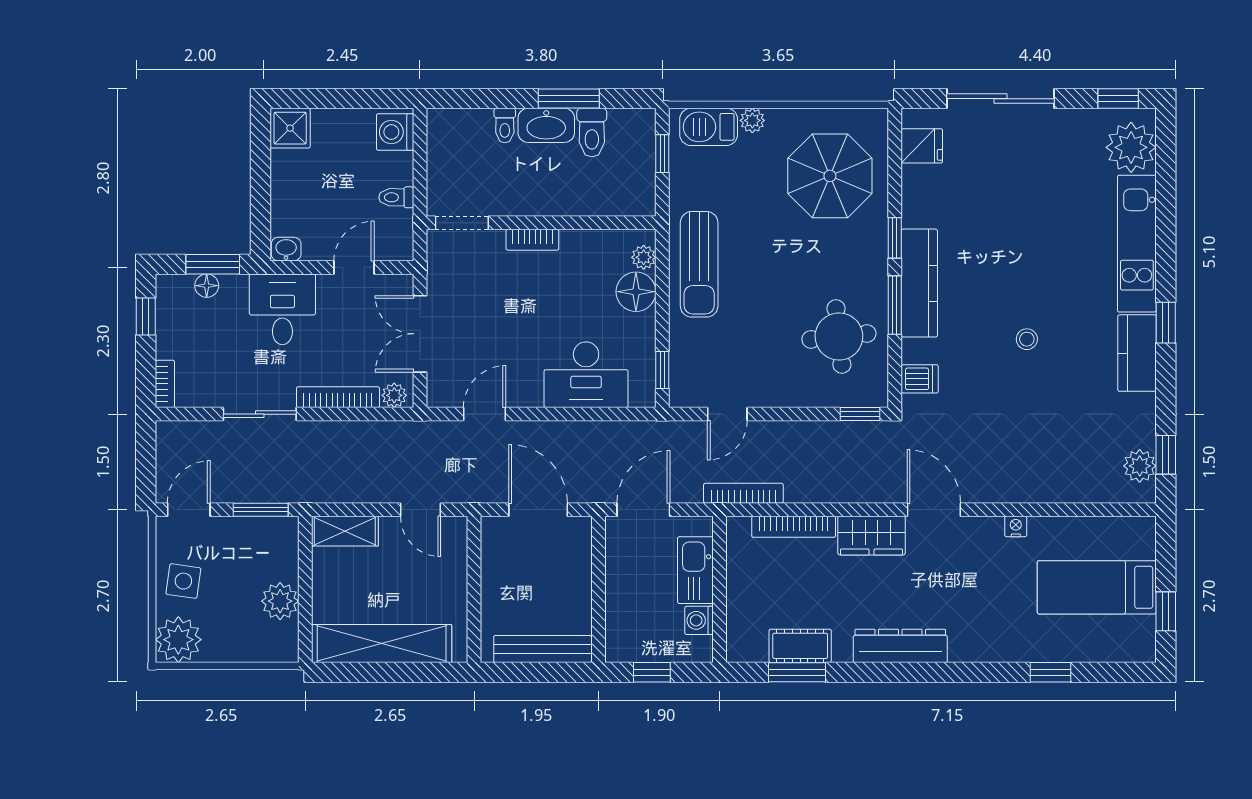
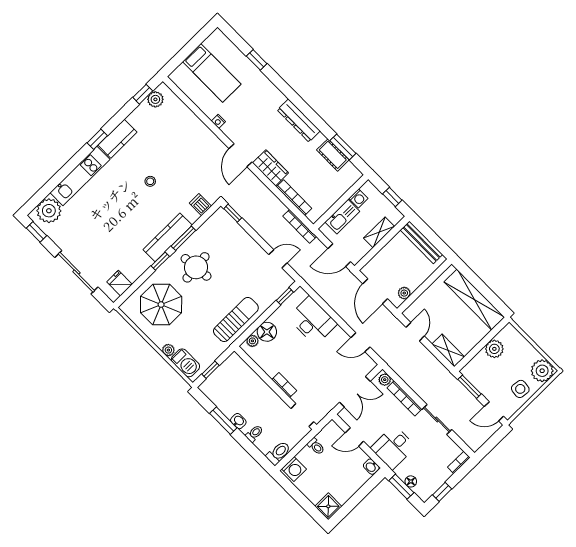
washbasin: (546, 125) -> (238, 421), width x0.52, depth x0.69
toilet: (592, 133) -> (278, 453), moved
round table: (839, 336) -> (196, 267), moved
plant: (493, 550) -> (404, 293), added
shelving: (619, 601) -> (379, 232), added
window: (1166, 611) -> (196, 41), removed

